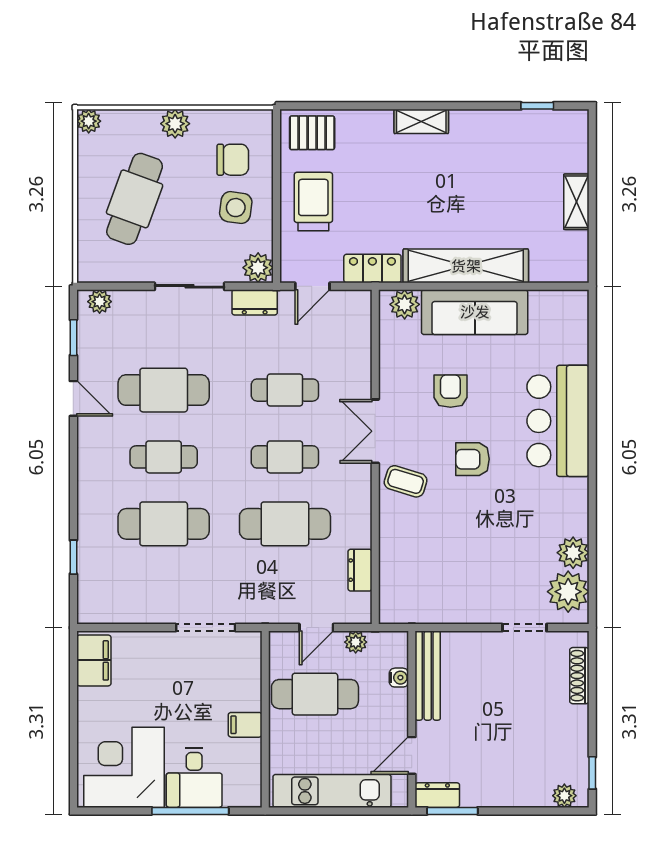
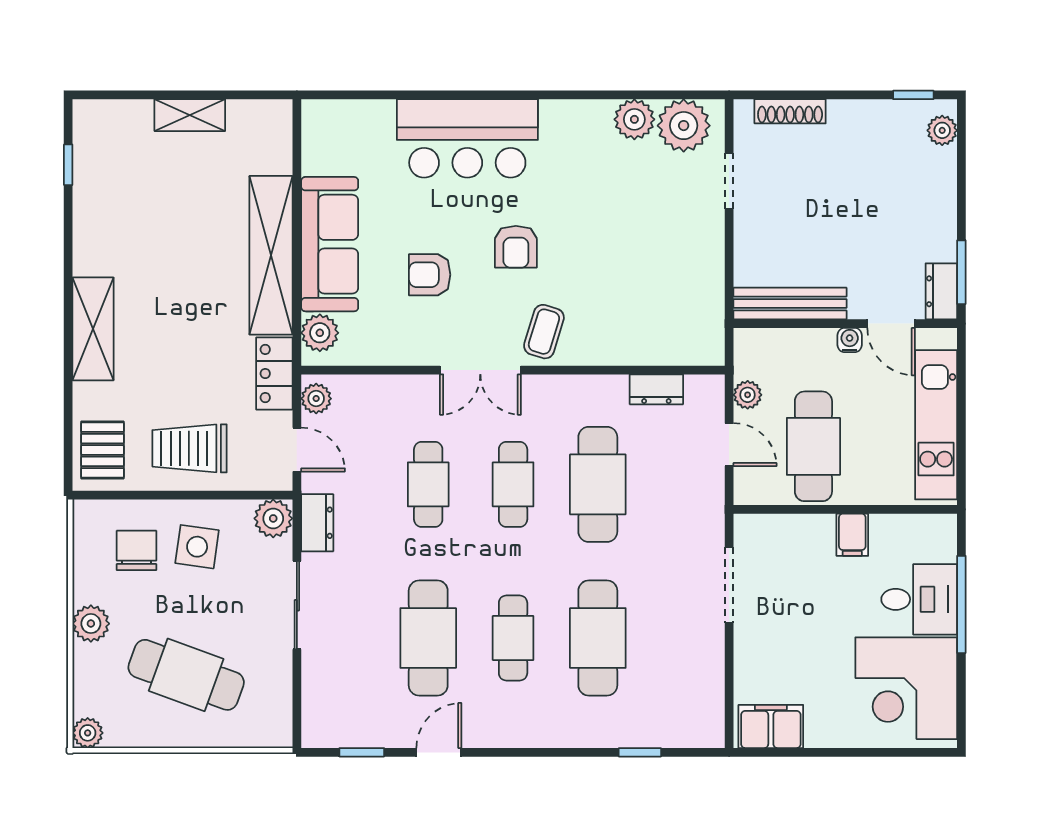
shelving: (421, 121) -> (93, 329), width x1.50, depth x1.33
plant: (100, 302) -> (316, 399), moved
water cooler: (399, 678) -> (850, 340), moved

